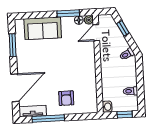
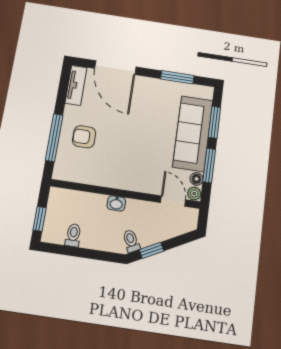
window: (39, 15) -> (214, 122), added
sofa: (43, 28) -> (193, 134), width x1.36
window: (123, 28) -> (152, 250), moved
washbasin: (107, 107) -> (116, 203), moved
window: (48, 118) -> (54, 138), moved

